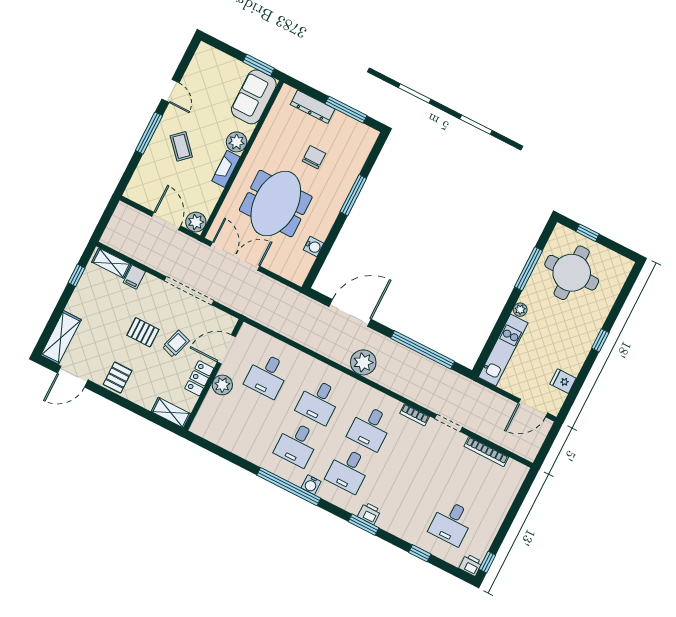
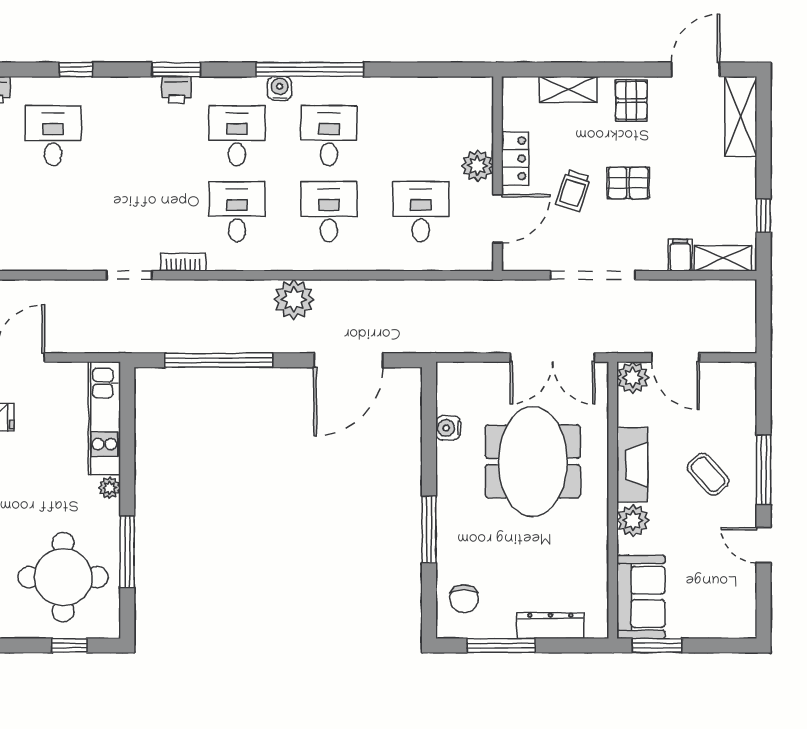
chair: (314, 157) -> (464, 599), moved
fireplace: (226, 169) -> (632, 465), width x1.37, depth x1.32
shelving: (171, 413) -> (568, 89), moved
bookcase: (486, 452) -> (55, 262), removed

